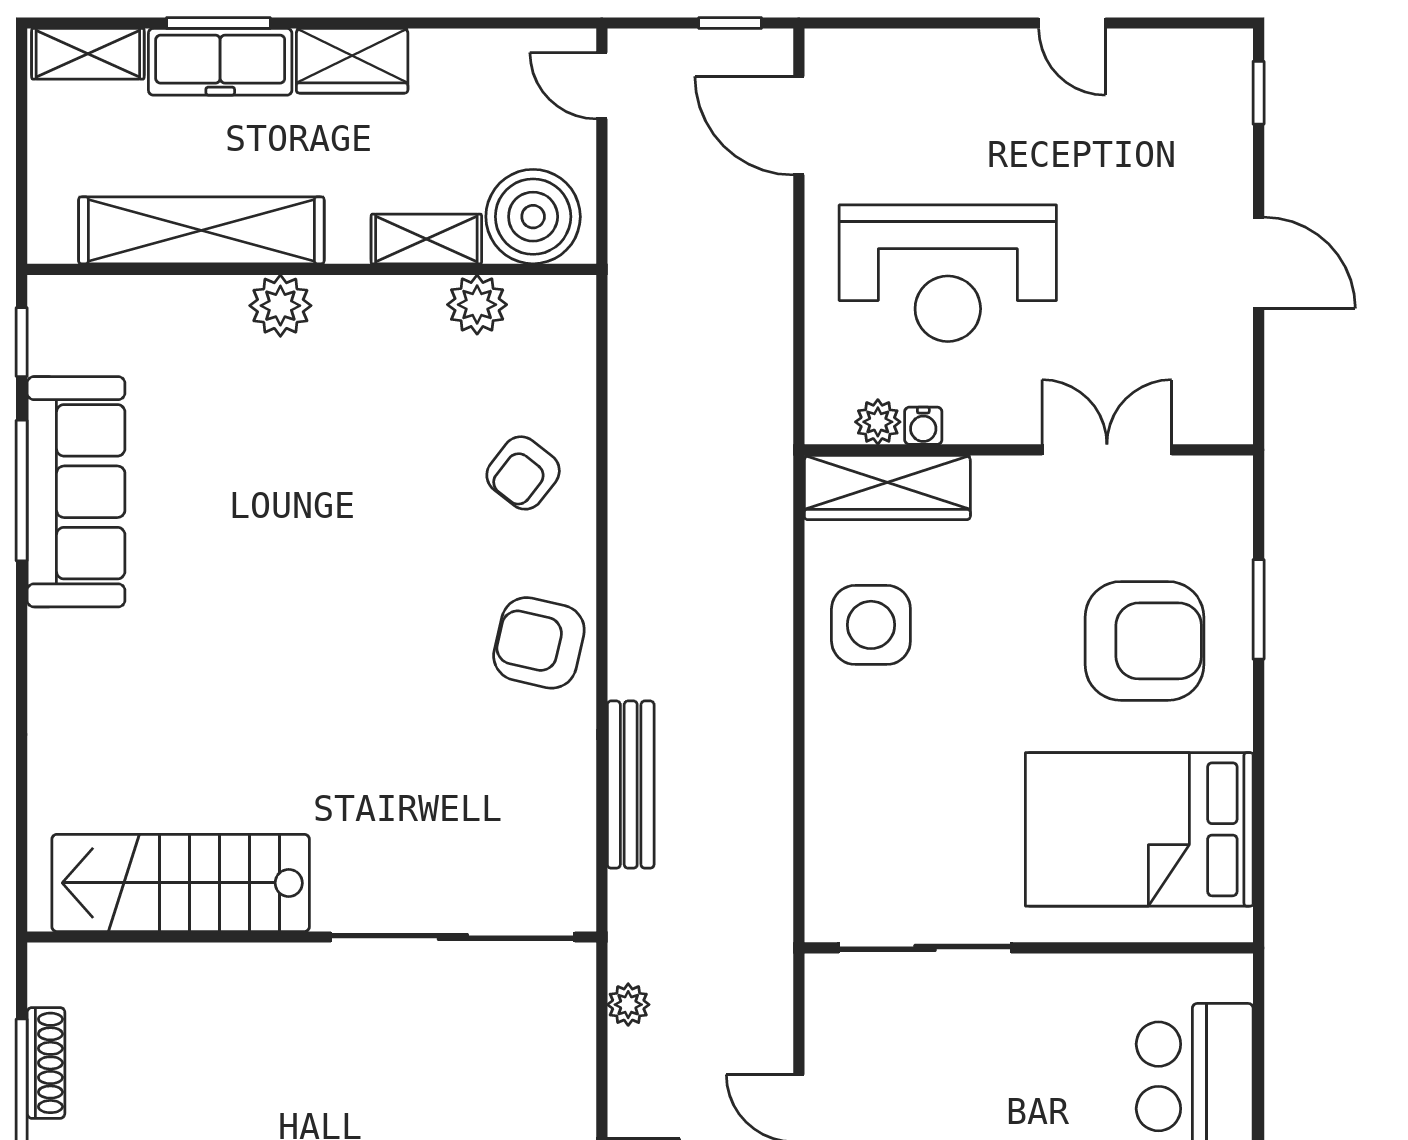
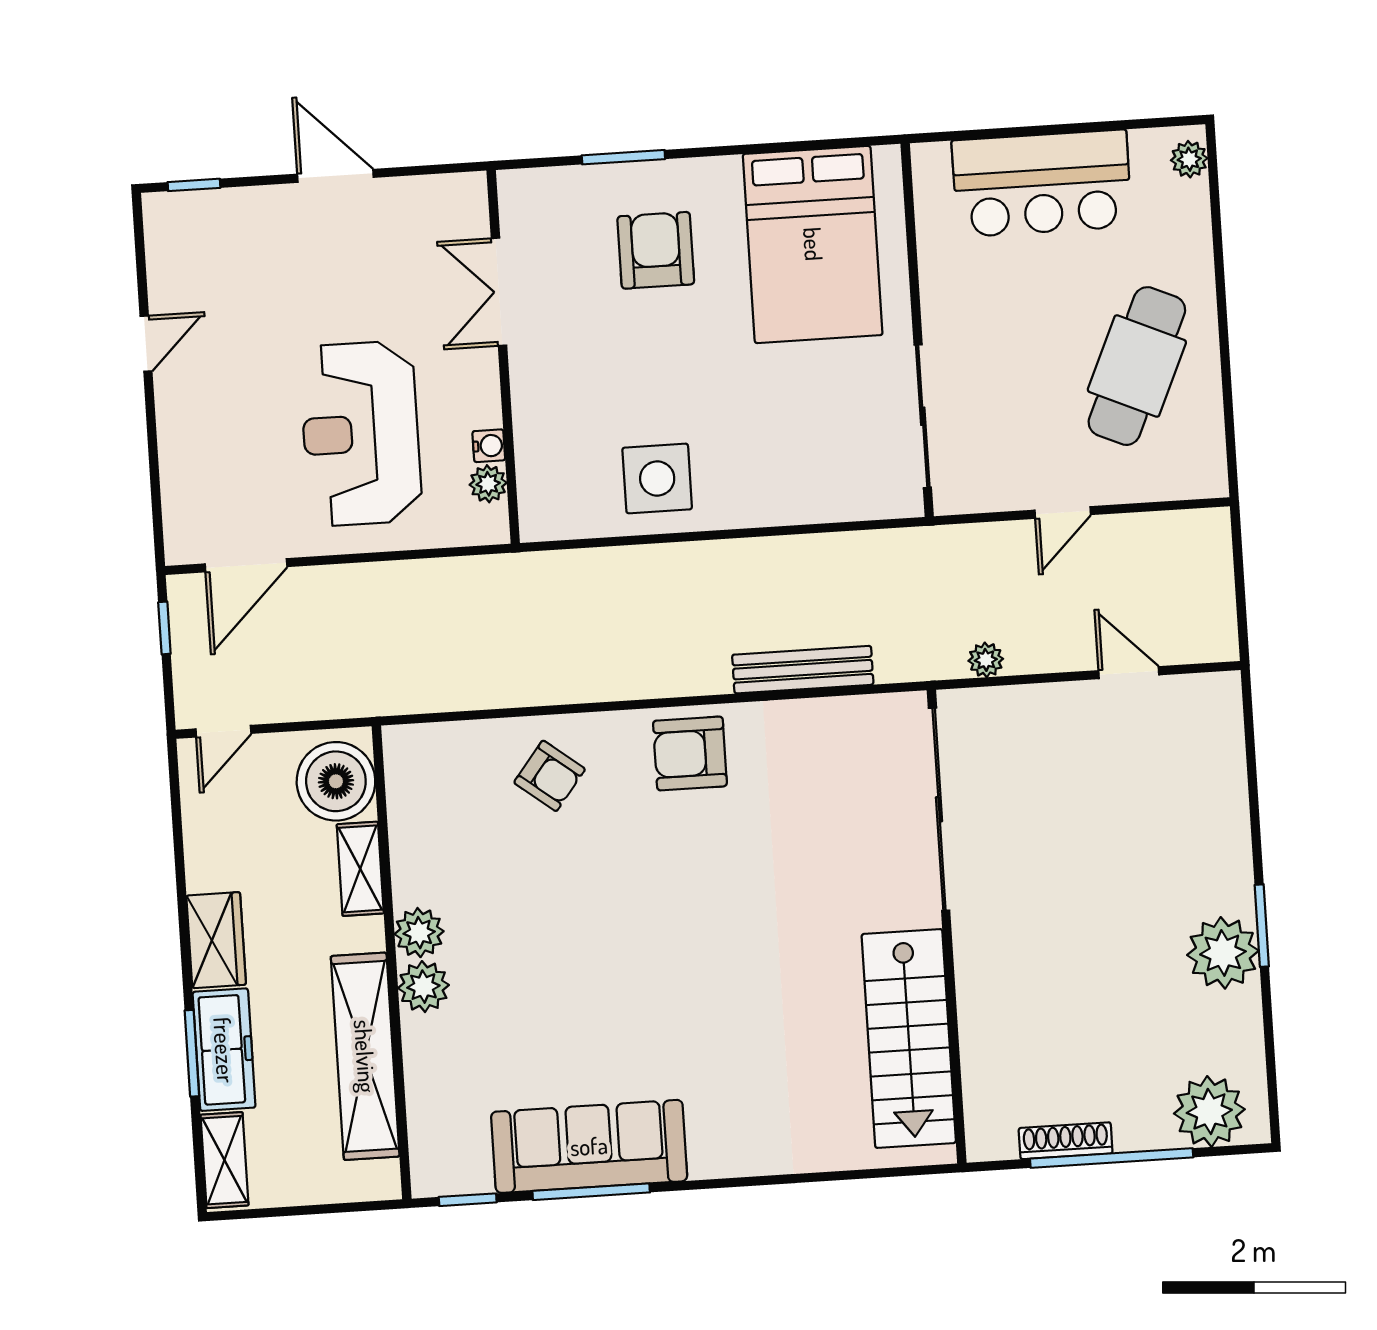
door: (1259, 263) -> (335, 176), hinge flipped
reception desk: (948, 273) -> (361, 434), turned 180
plant: (477, 305) -> (419, 933), moved
wardrobe: (887, 487) -> (542, 472), removed
armchair: (1144, 641) -> (656, 250), width x0.73, depth x0.73
armchair: (539, 643) -> (690, 753), turned 77

